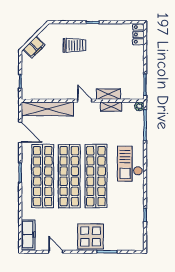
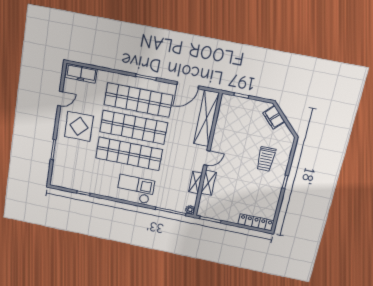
locker: (138, 34) -> (256, 222), width x1.53
display table: (91, 236) -> (79, 126), moved

